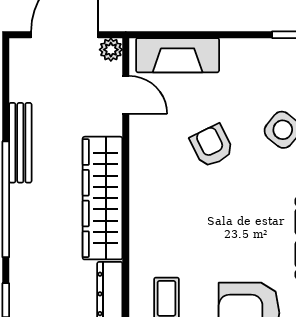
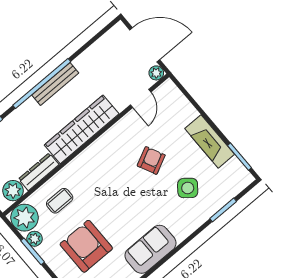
fireplace: (178, 55) -> (210, 141), moved
bench: (20, 143) -> (55, 84), moved

